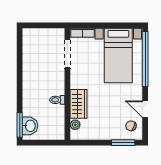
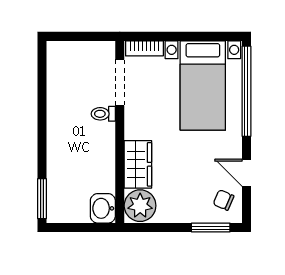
toilet: (57, 100) -> (103, 114), moved
plant: (75, 125) -> (140, 206), width x1.87, depth x1.87
washbasin: (30, 126) -> (103, 208), moved, turned 180

